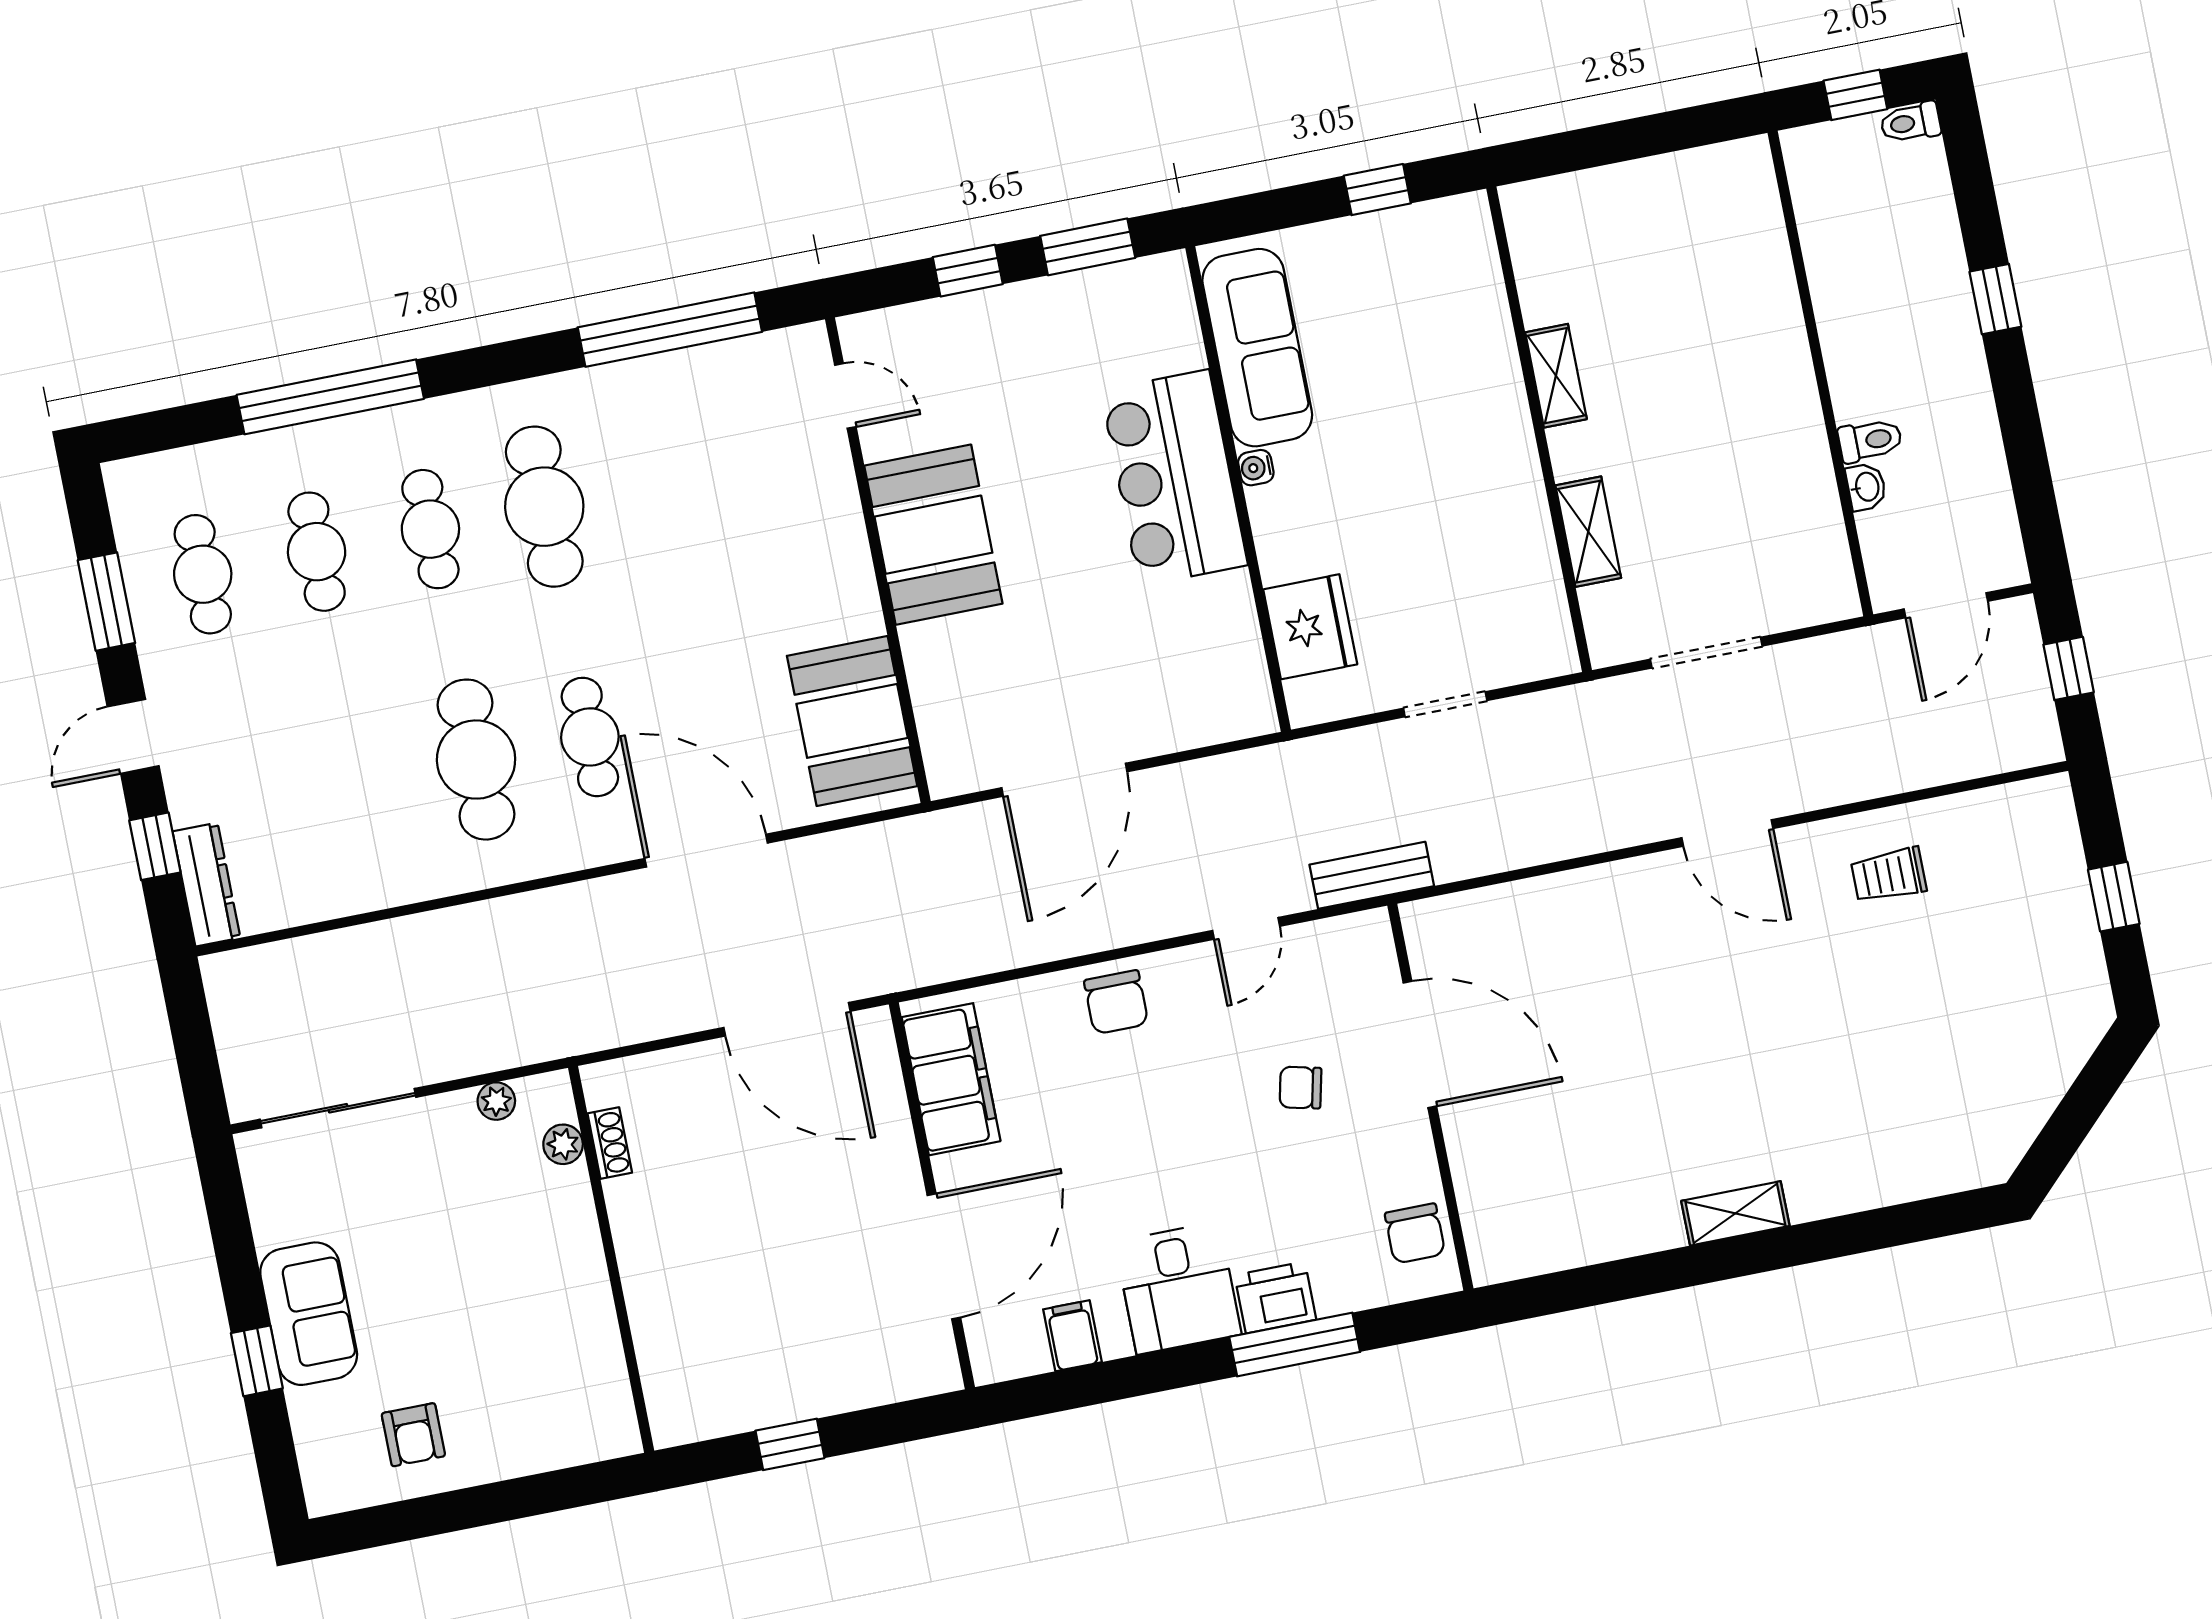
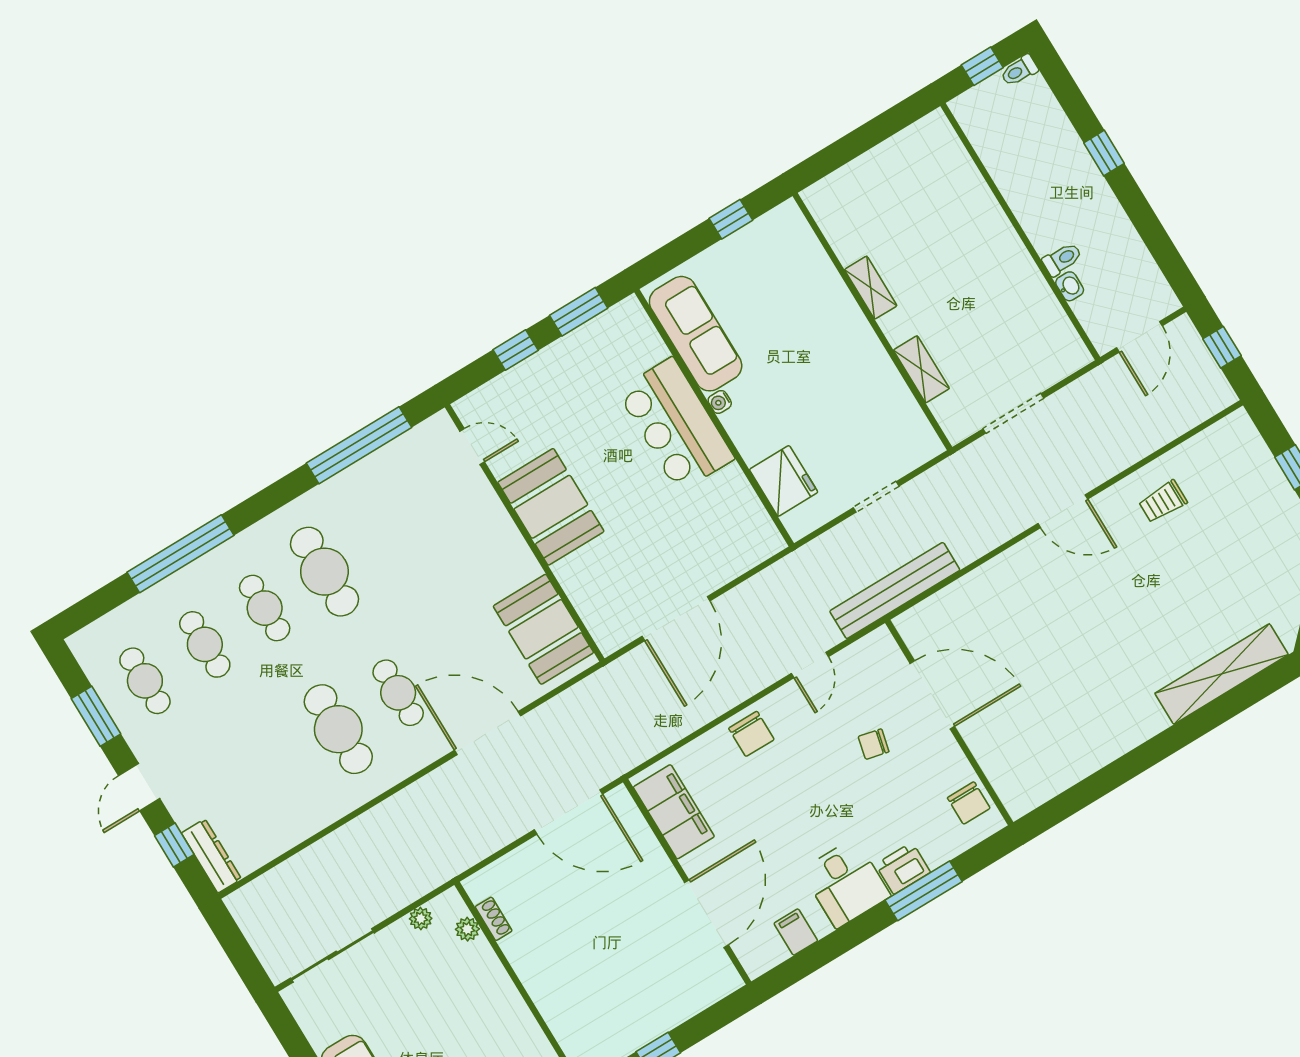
bench: (1372, 875) -> (895, 591), width x1.86, depth x1.21
shelving: (1735, 1213) -> (1222, 674), moved, width x2.20, depth x1.33

